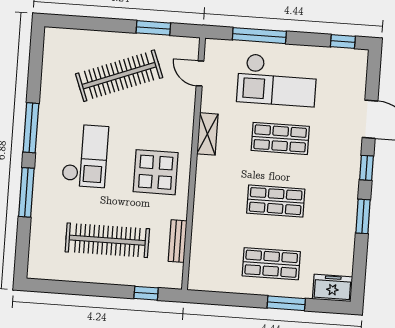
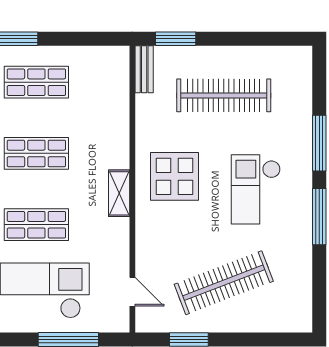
shelving: (207, 134) -> (119, 193), moved
bench: (178, 241) -> (144, 69), moved
window: (146, 293) -> (176, 39), width x1.50

